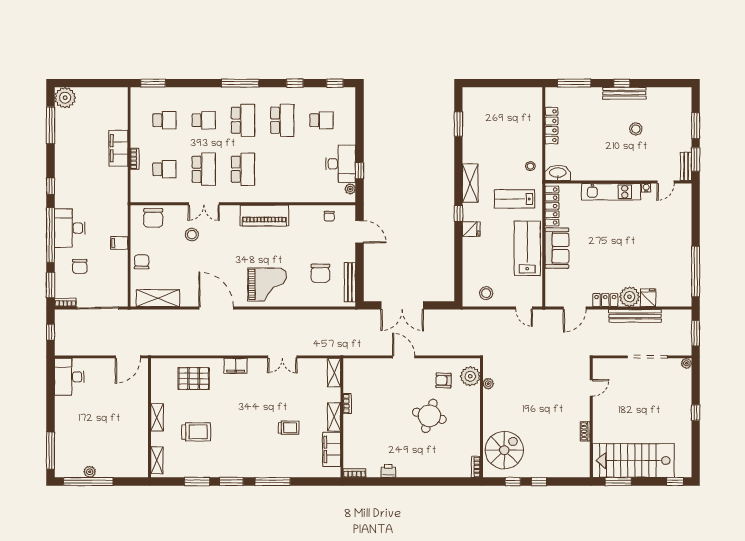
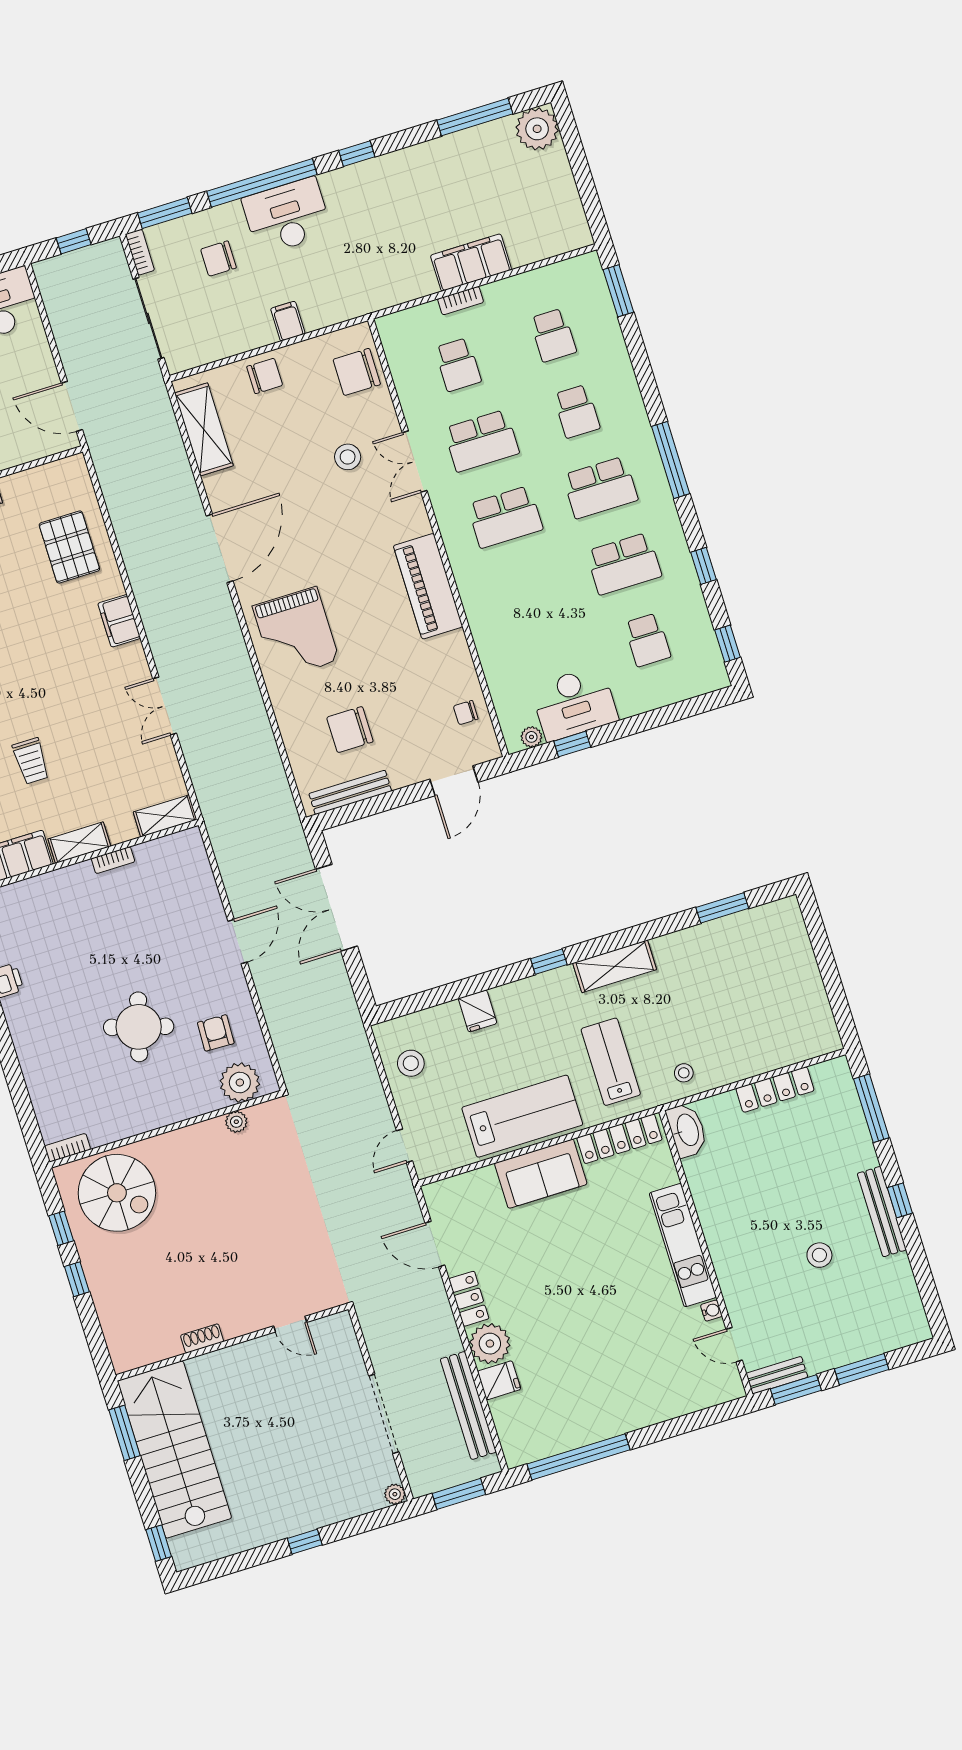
fridge: (471, 229) -> (478, 1011), moved
bench: (635, 316) -> (468, 1406), moved

